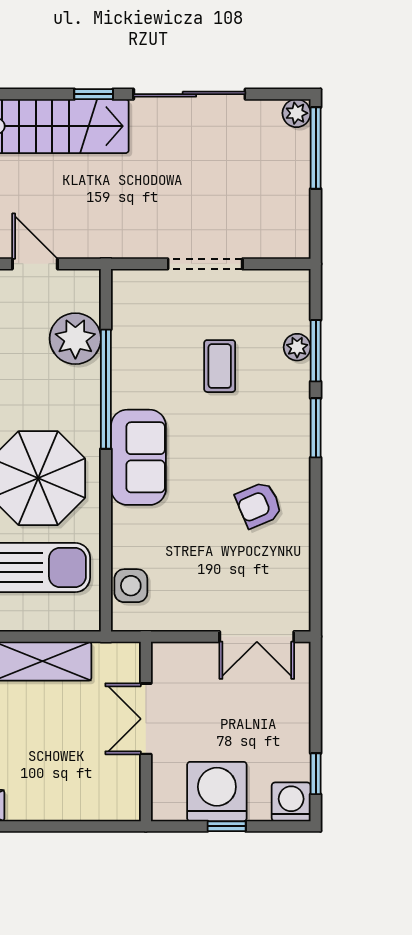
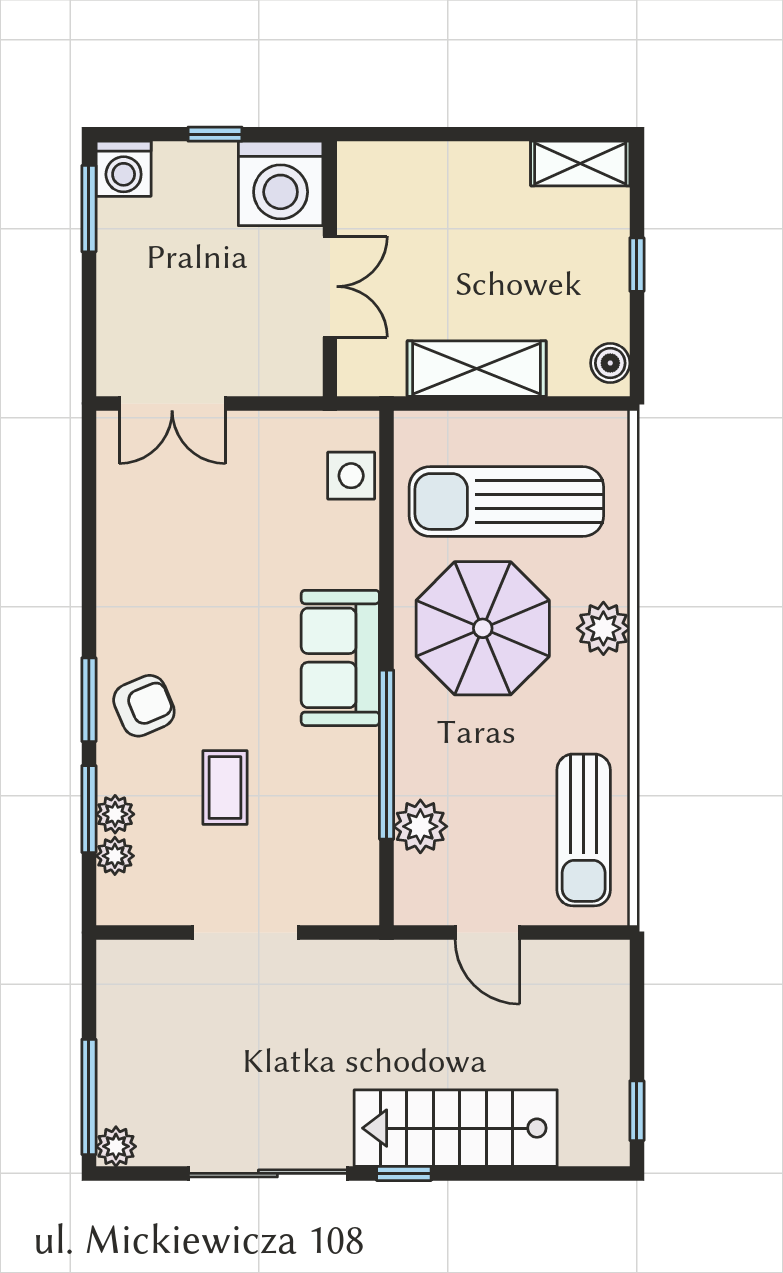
plant: (297, 318) -> (115, 856), added
plant: (75, 339) -> (420, 826), width x0.73, depth x0.73
armchair: (259, 505) -> (144, 706), moved
double door: (257, 637) -> (172, 403), swing flipped
window: (316, 774) -> (89, 209), width x1.50
washing machine: (217, 792) -> (281, 183), moved

